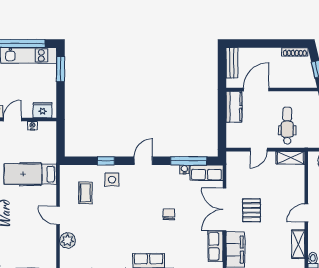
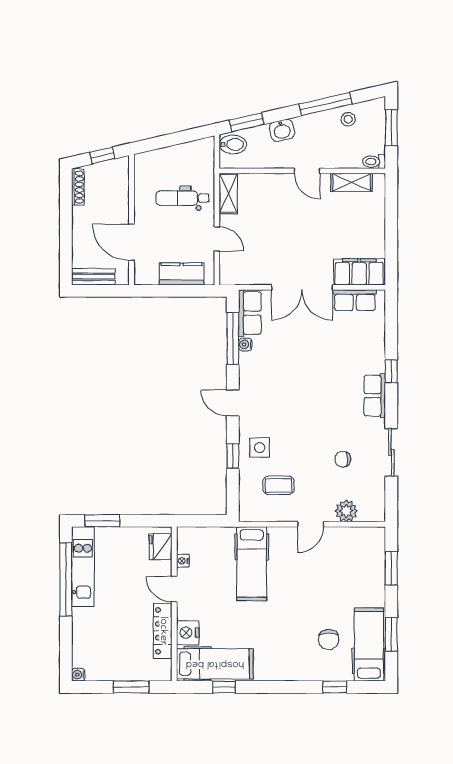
kitchen counter: (234, 107) -> (182, 274), moved
pallet: (251, 210) -> (303, 249), removed
chair: (169, 214) -> (343, 459), moved

